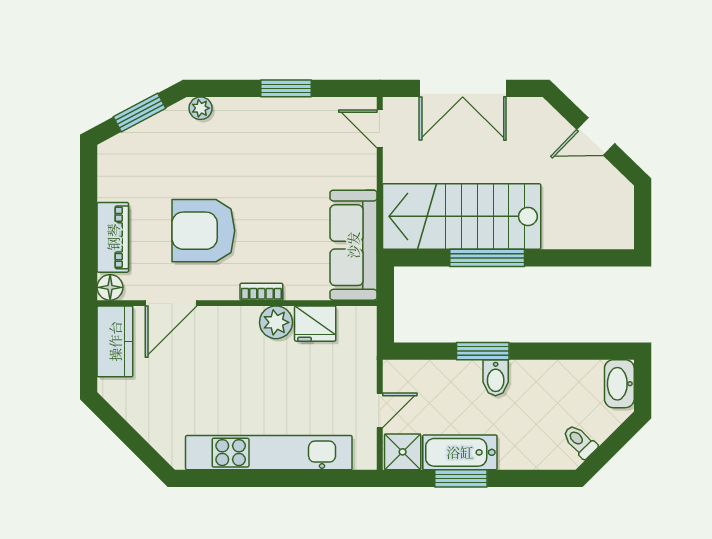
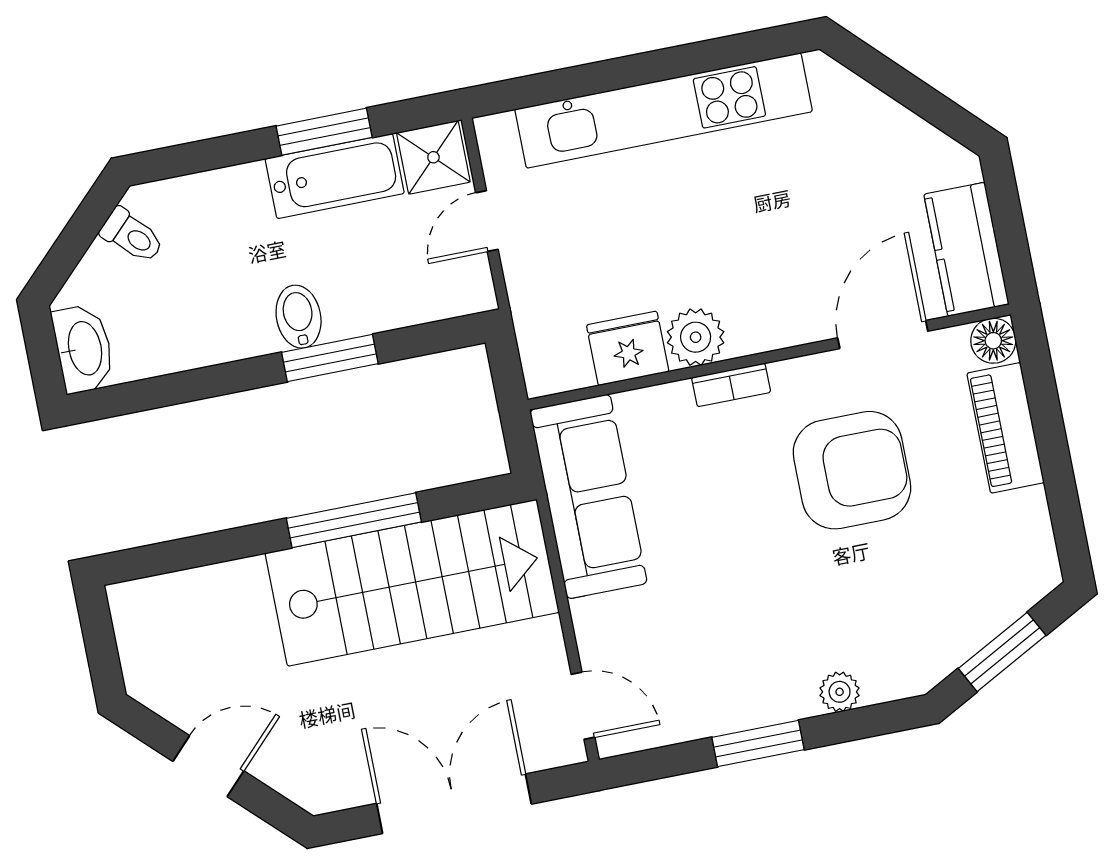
plant: (201, 108) -> (840, 692), moved

